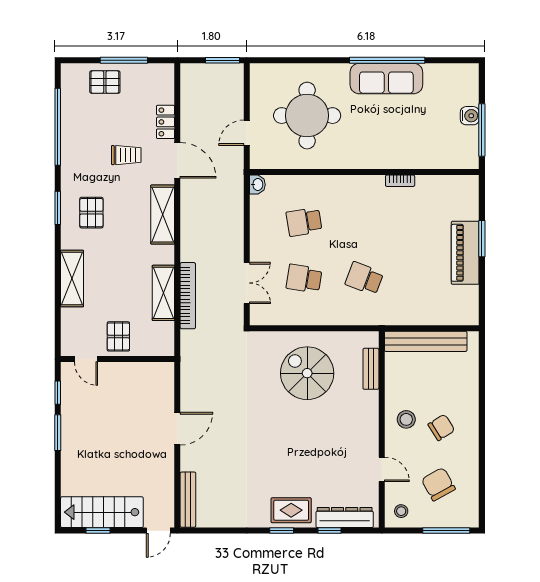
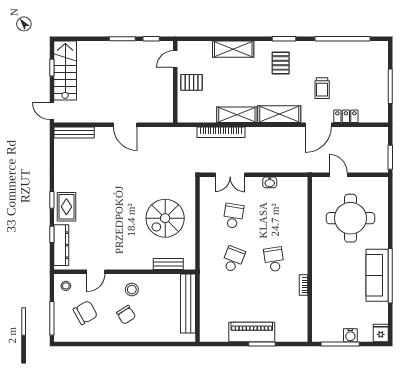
fridge: (467, 74) -> (381, 333), added
pallet: (105, 82) -> (375, 73), removed
washbasin: (257, 185) -> (270, 182), moved
pallet: (91, 213) -> (281, 63), turned 90
school desk: (304, 222) -> (274, 259), moved
shelving: (163, 293) -> (237, 115), moved
spiral stairs: (307, 373) -> (165, 218), turned 180

